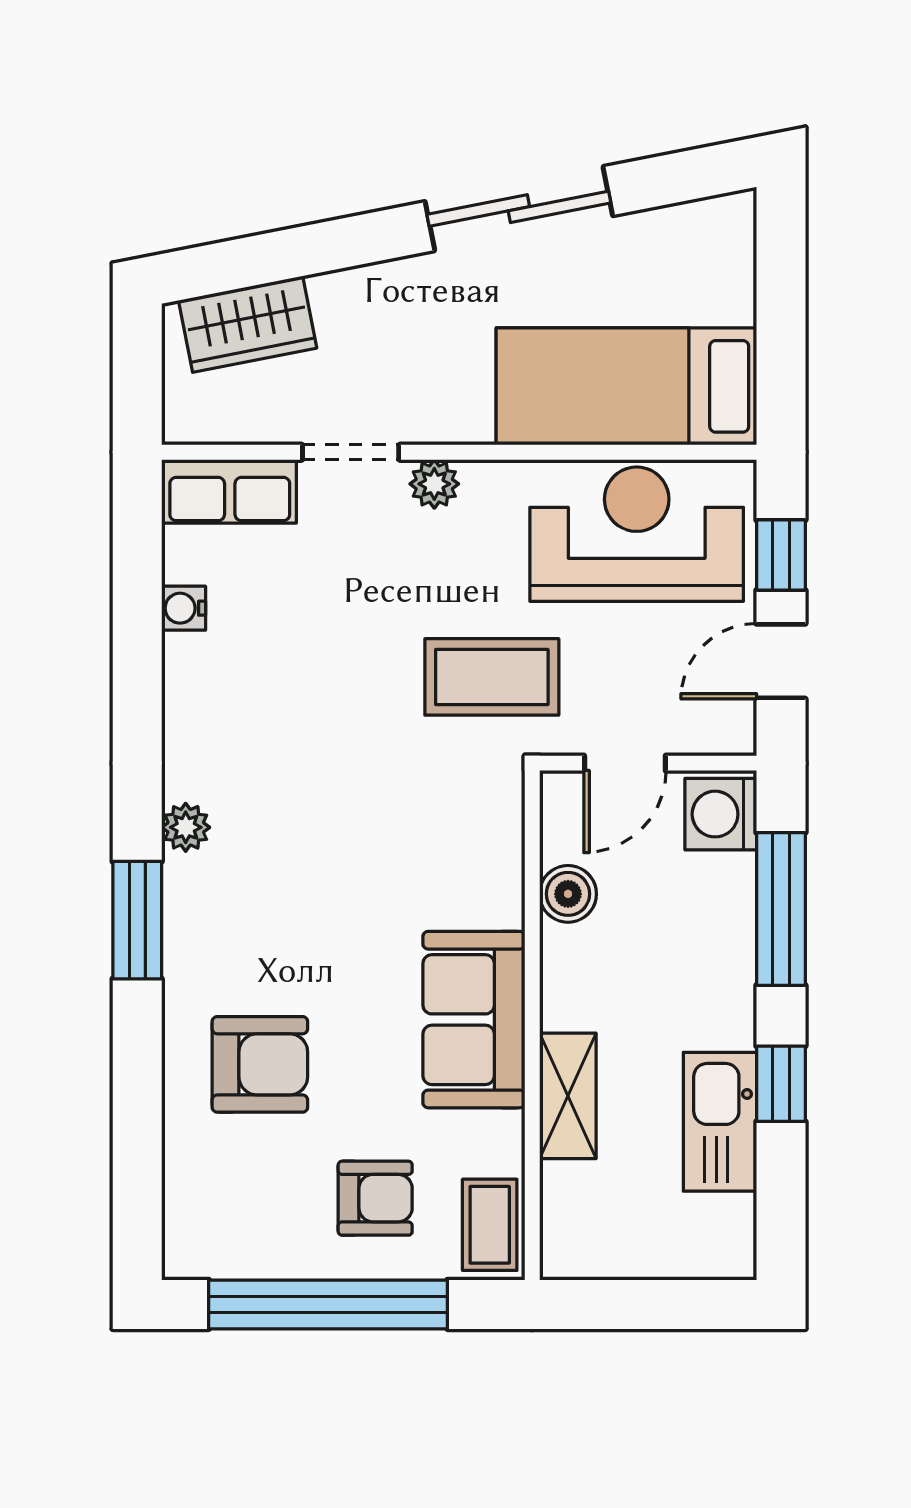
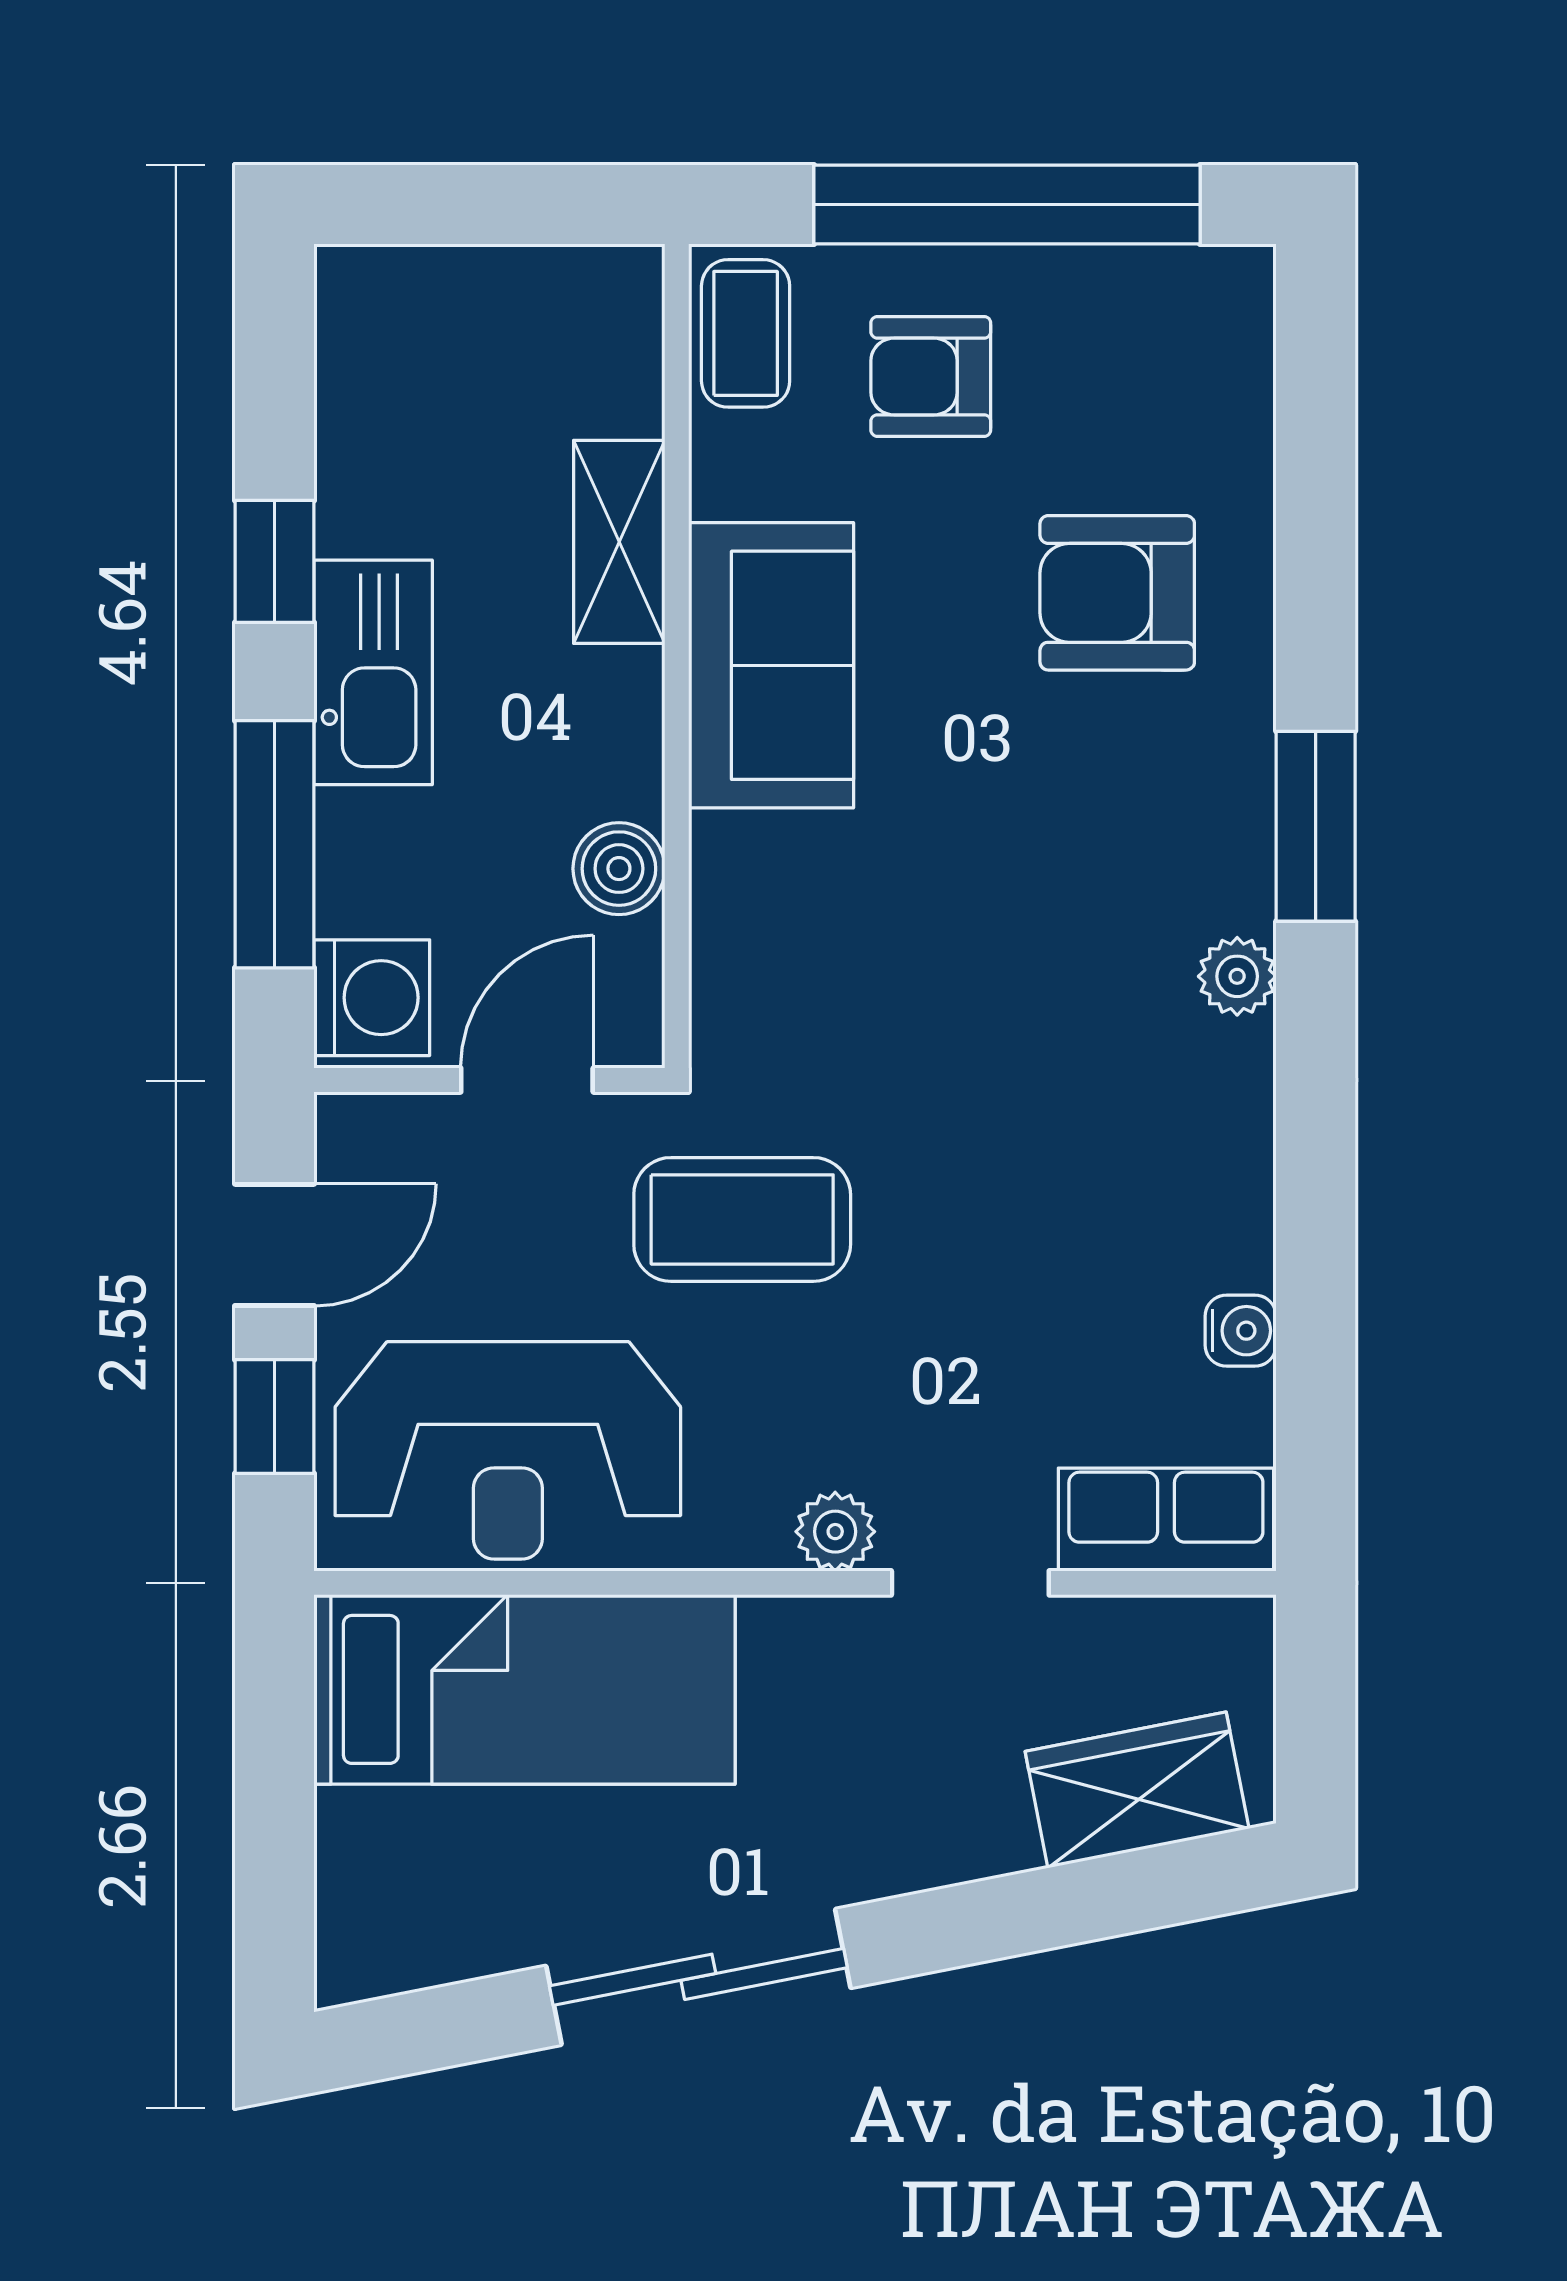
kitchen sink: (720, 1122) -> (373, 672), moved

